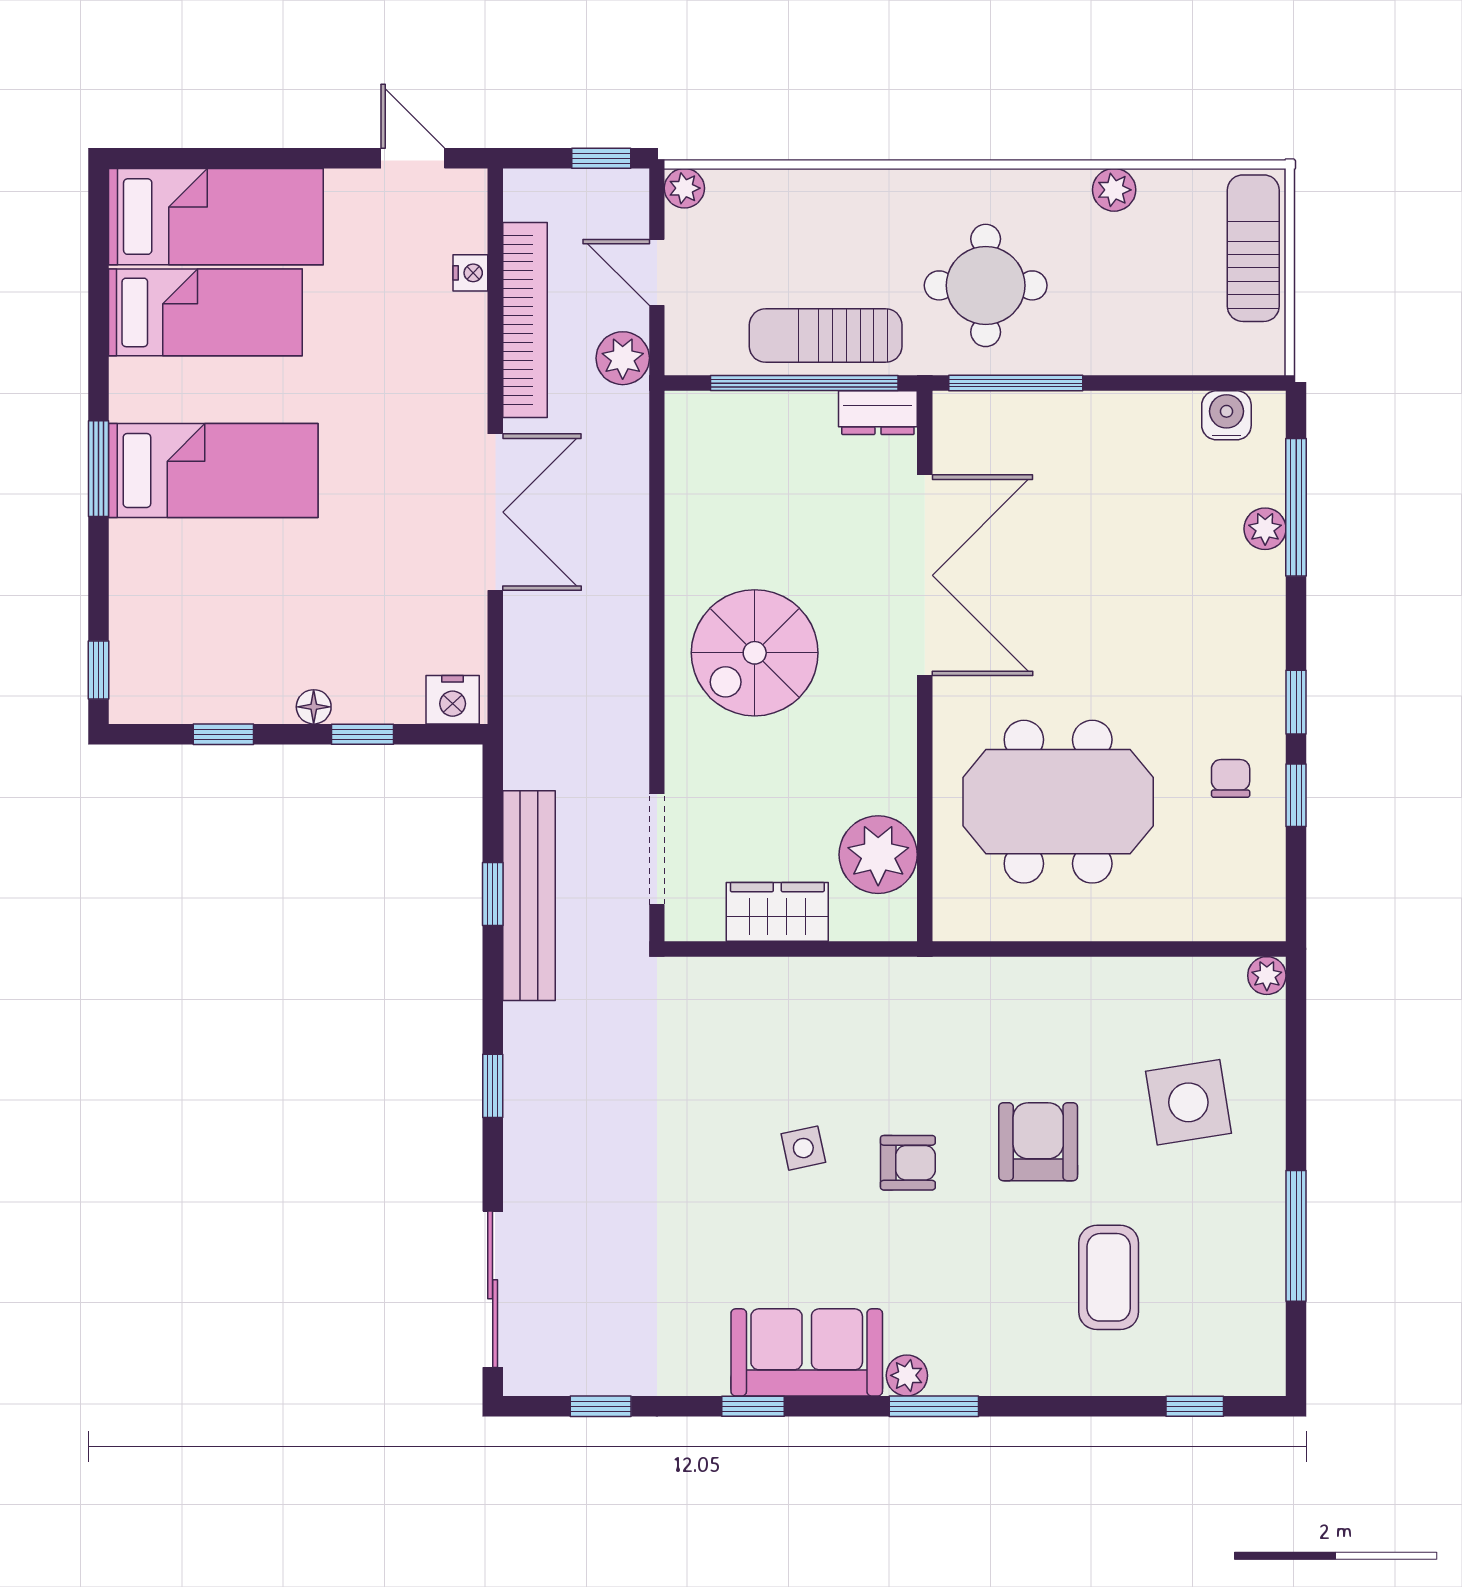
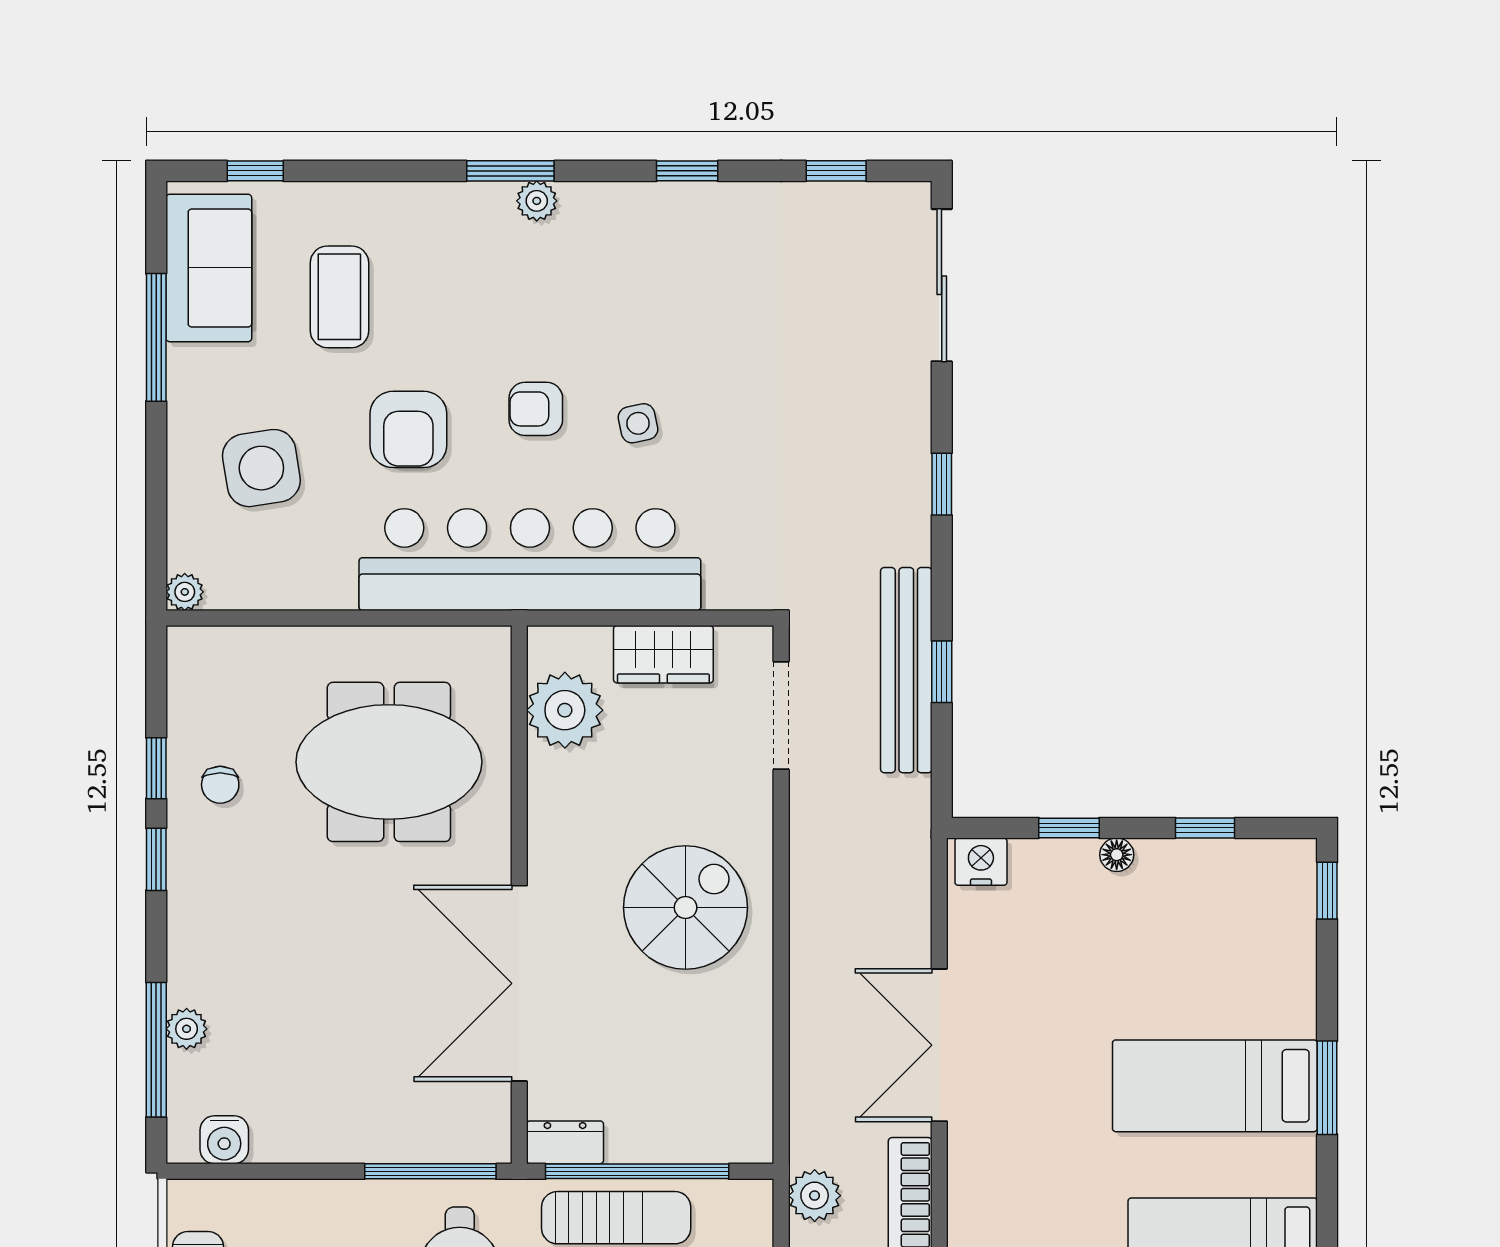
bar counter: (914, 1009) -> (530, 560), added
sofa: (807, 1352) -> (209, 268), moved, turned -90

